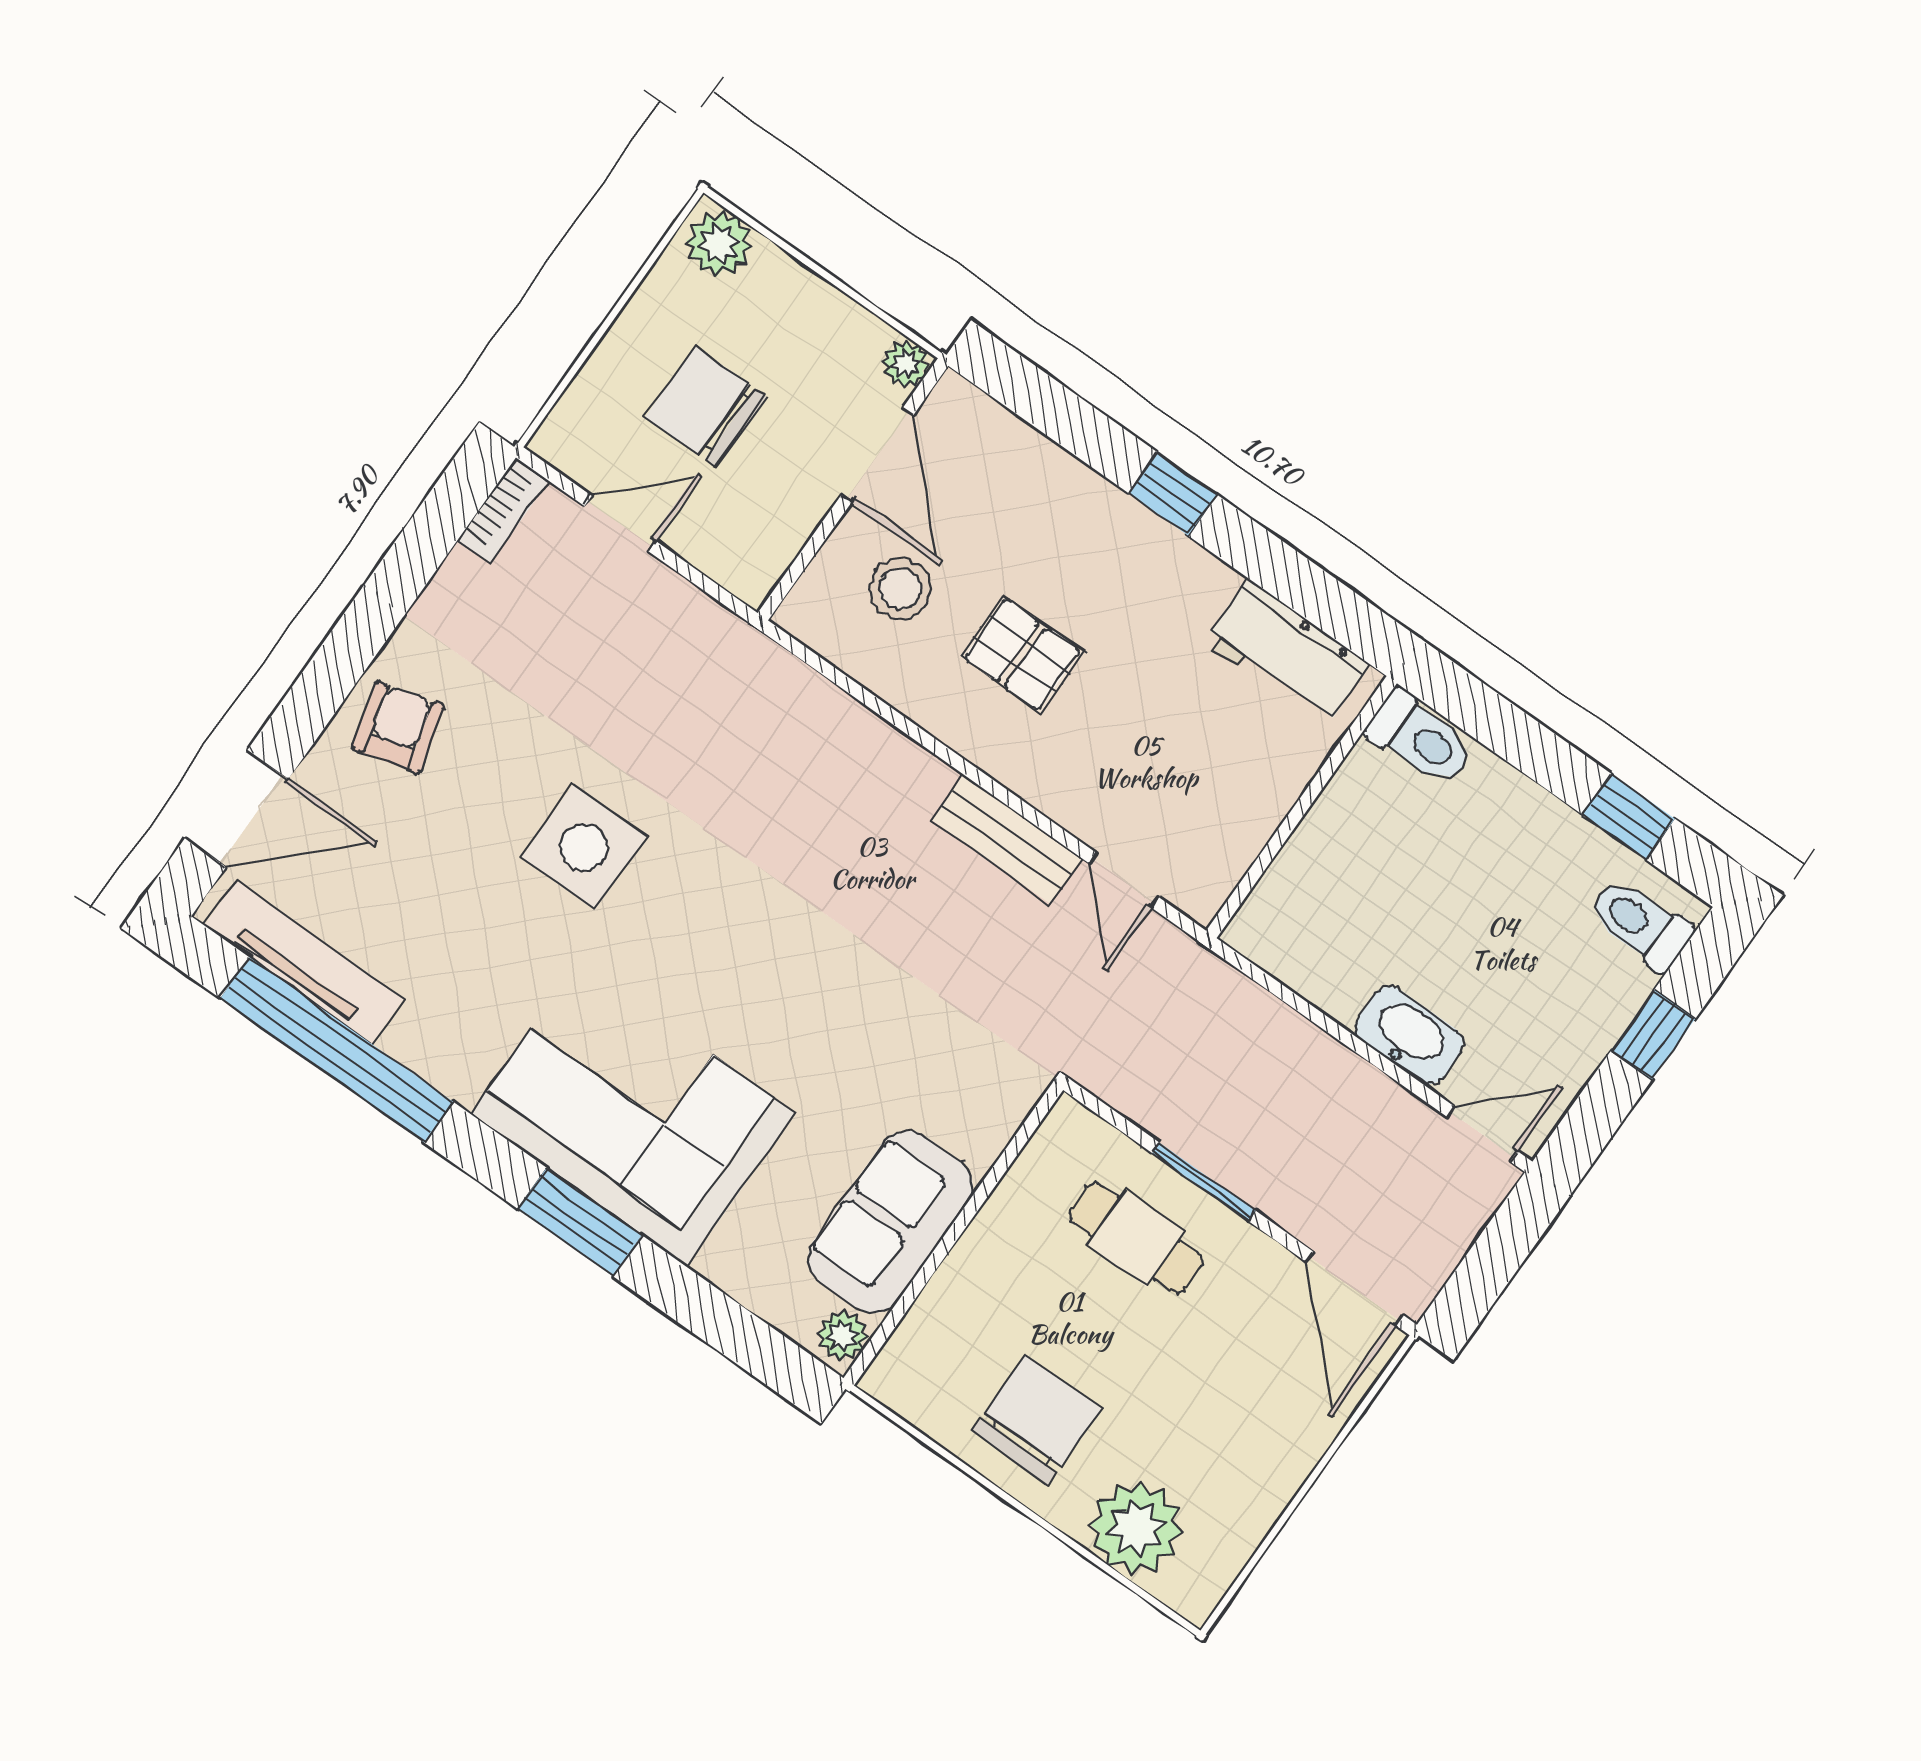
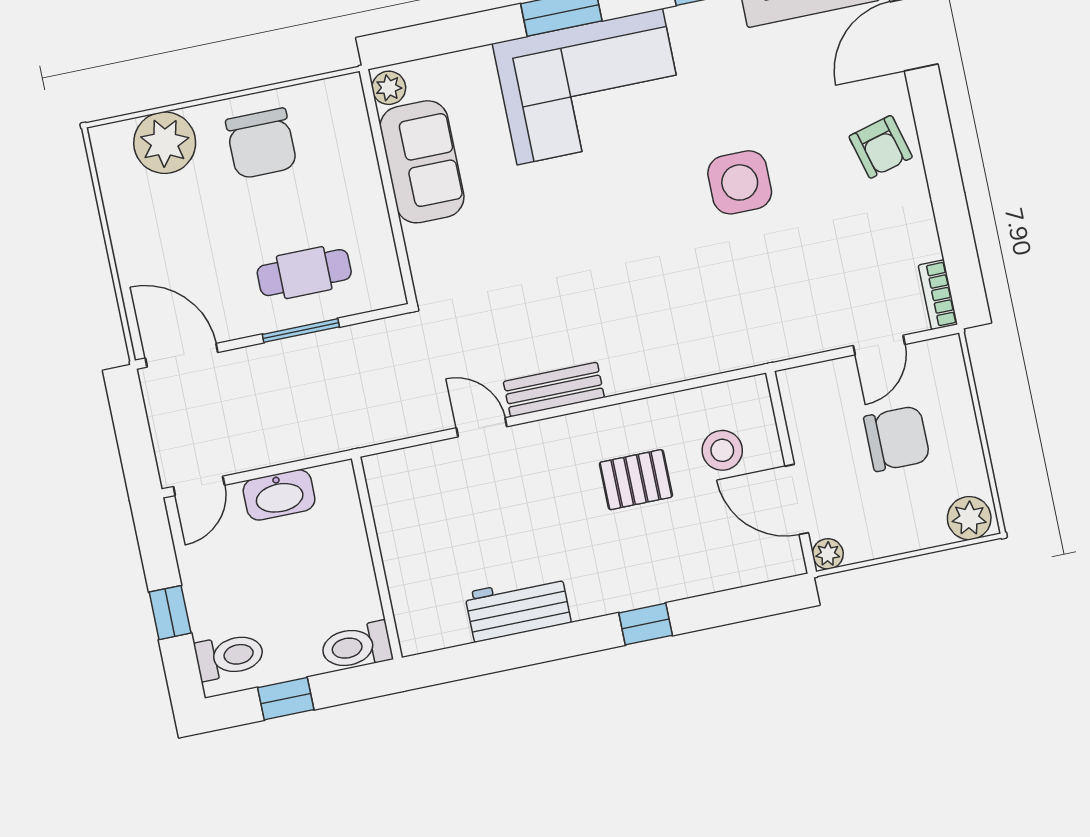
toilet: (1421, 738) -> (356, 646), moved
wall: (1302, 807) -> (377, 558), moved

